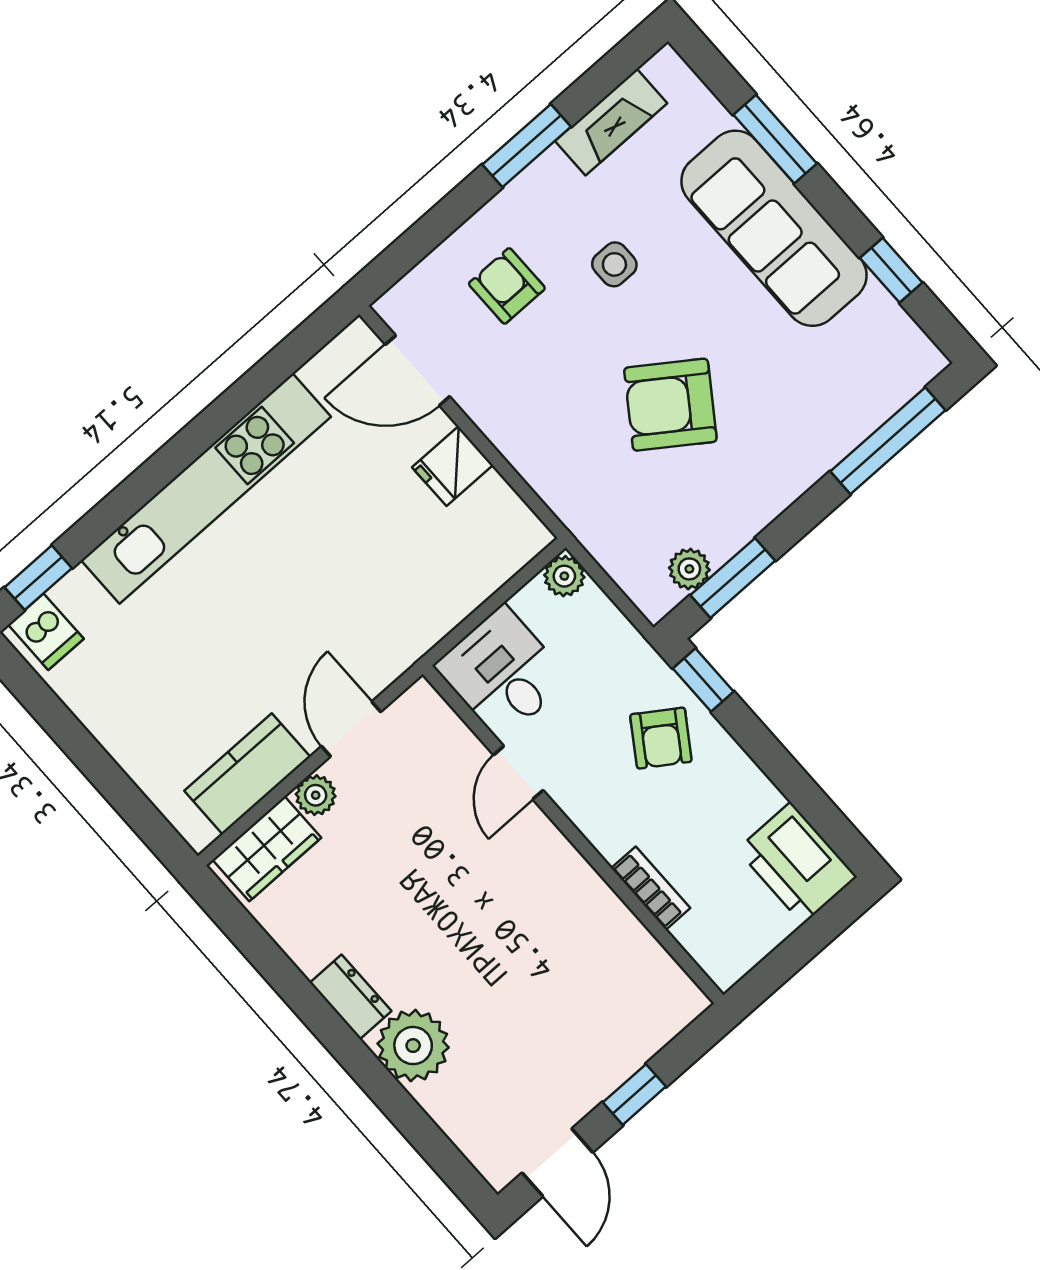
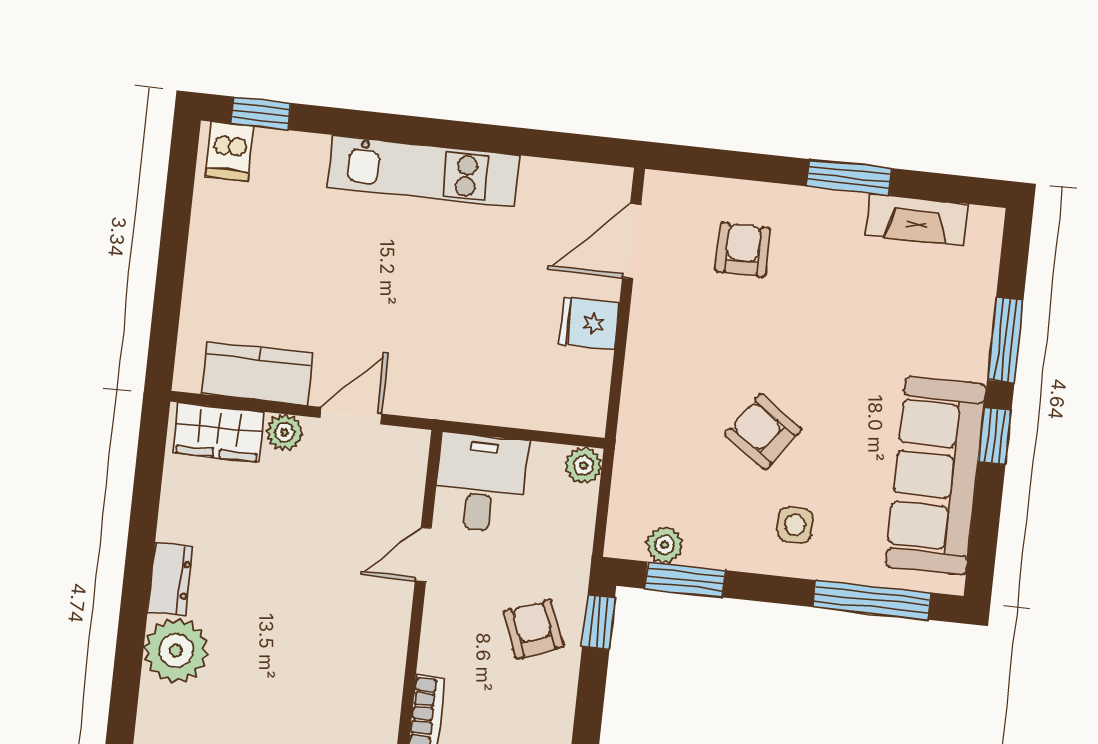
sofa: (774, 228) -> (936, 476), moved
side table: (614, 264) -> (795, 525), moved
window: (891, 270) -> (995, 436), moved
door: (418, 371) -> (632, 241), hinge flipped
armchair: (670, 405) -> (763, 432), width x0.72, depth x0.72
kitchen unit: (206, 488) -> (423, 171), width x0.73
armchair: (661, 738) -> (534, 629), turned 125

